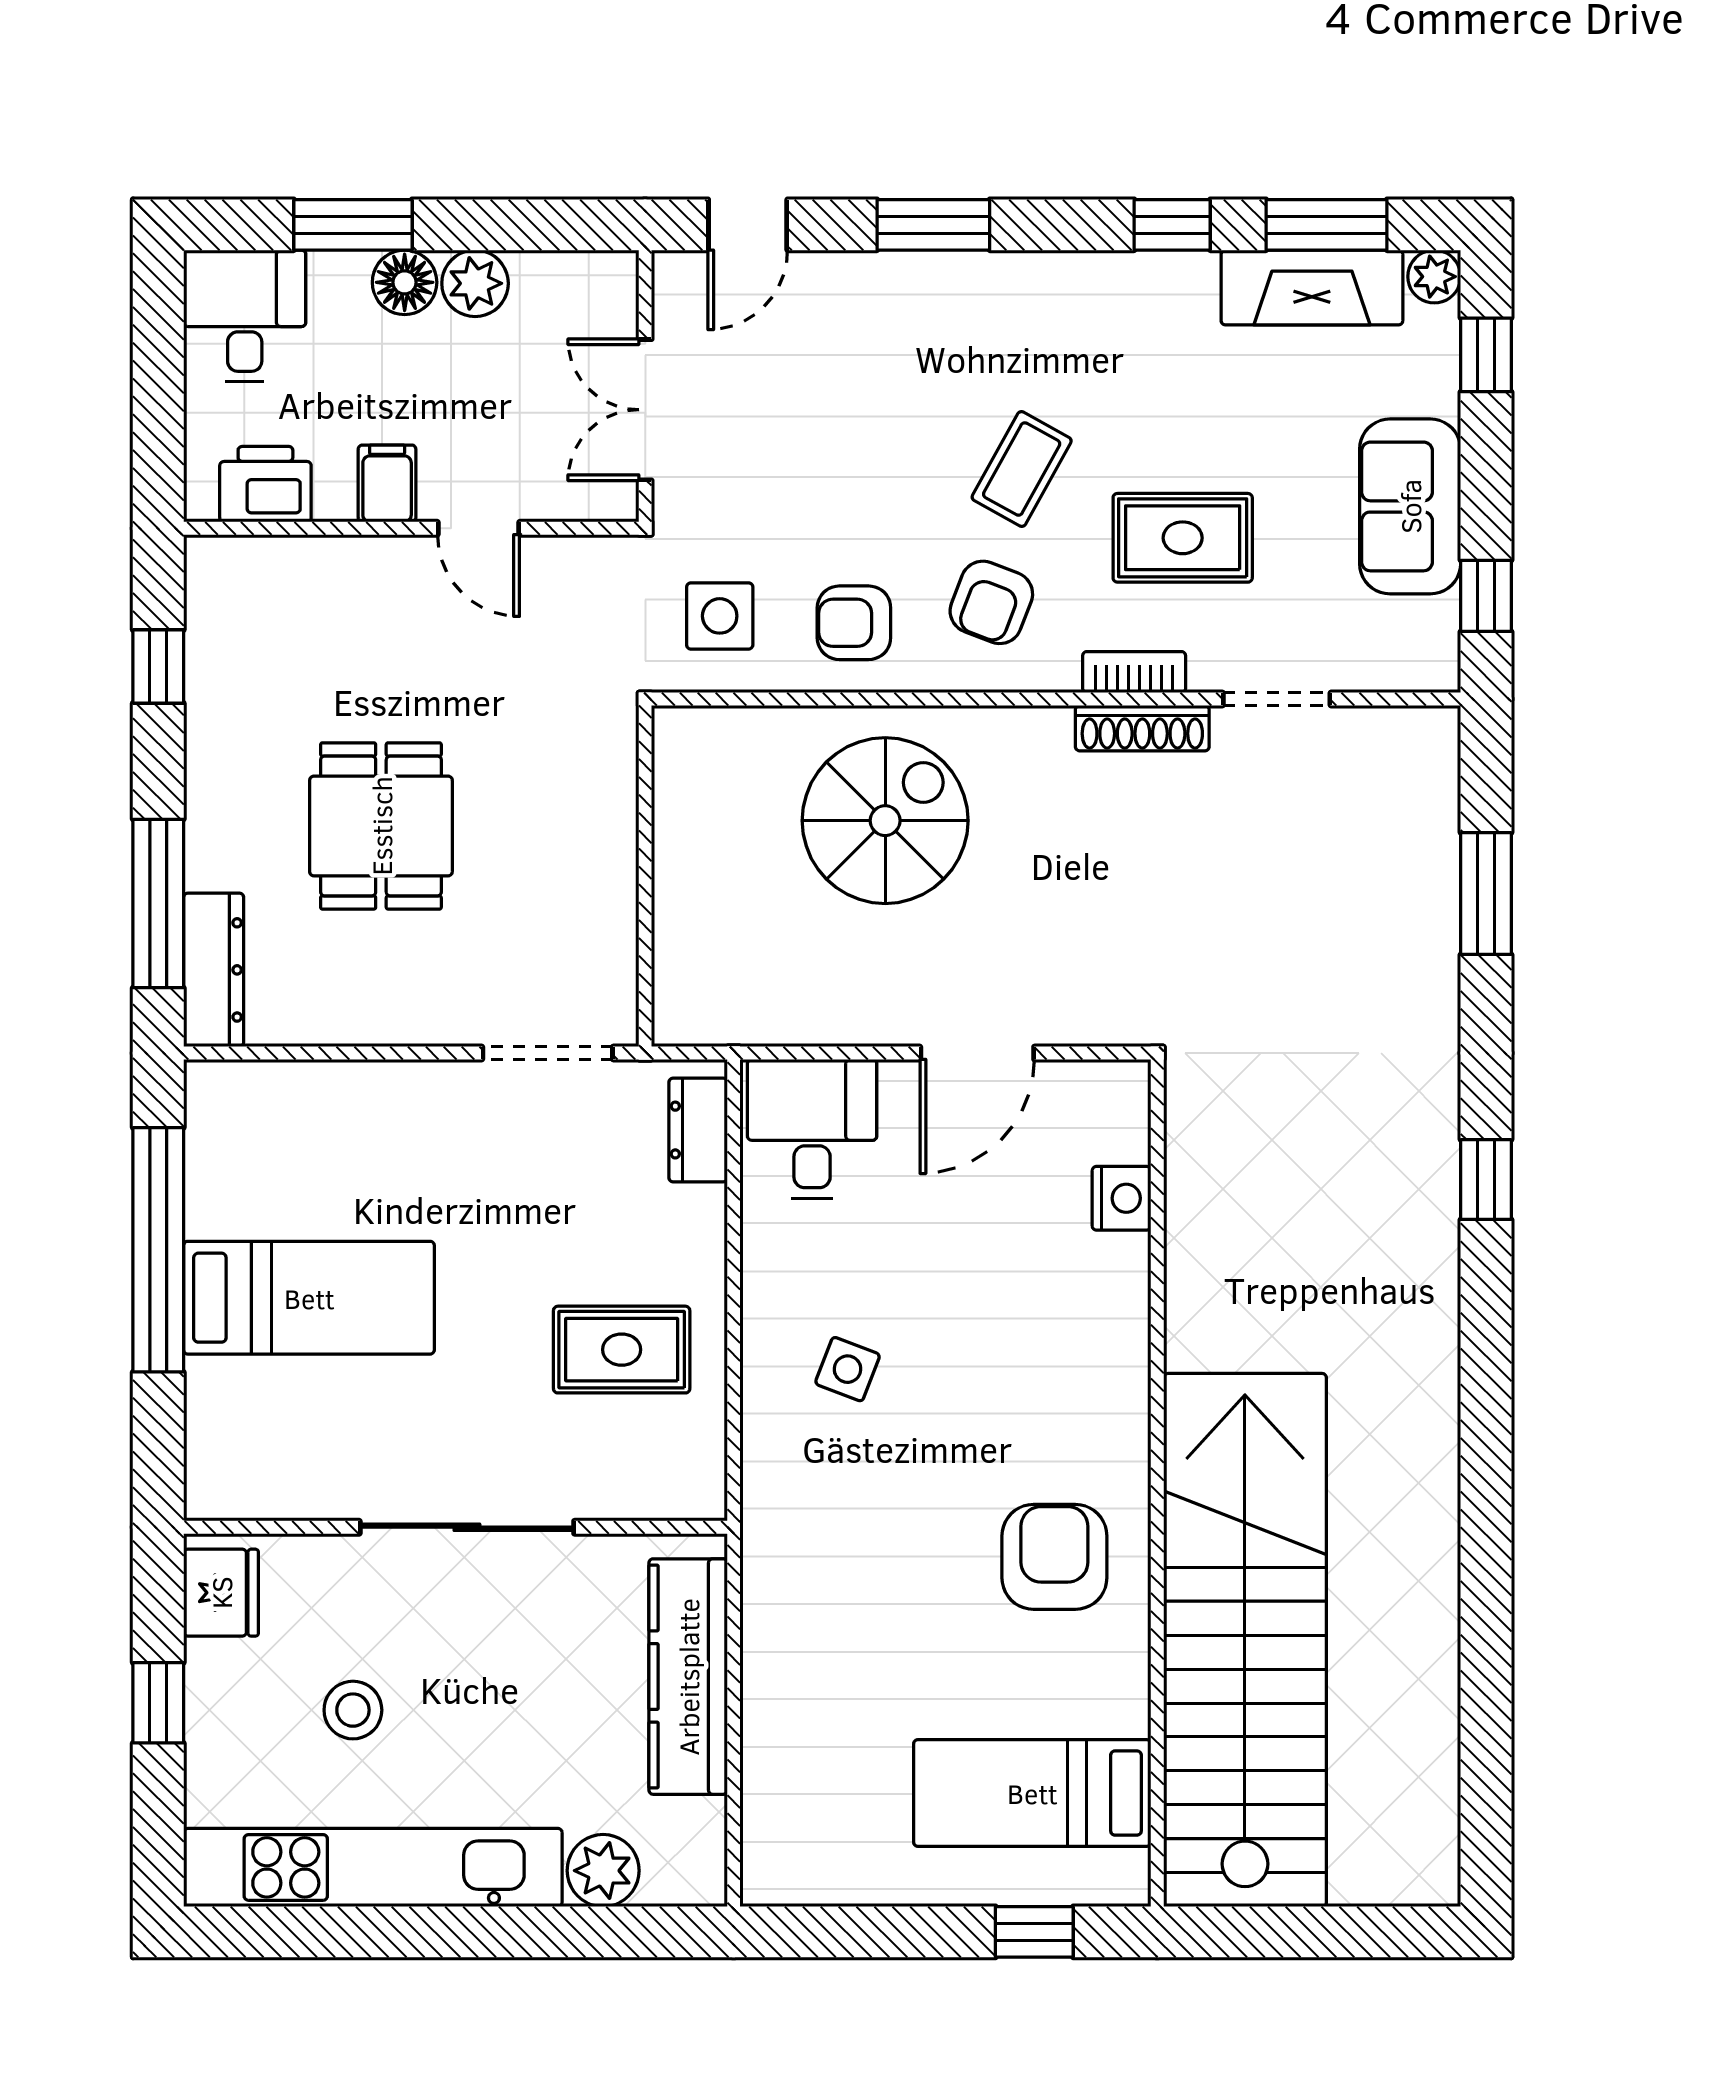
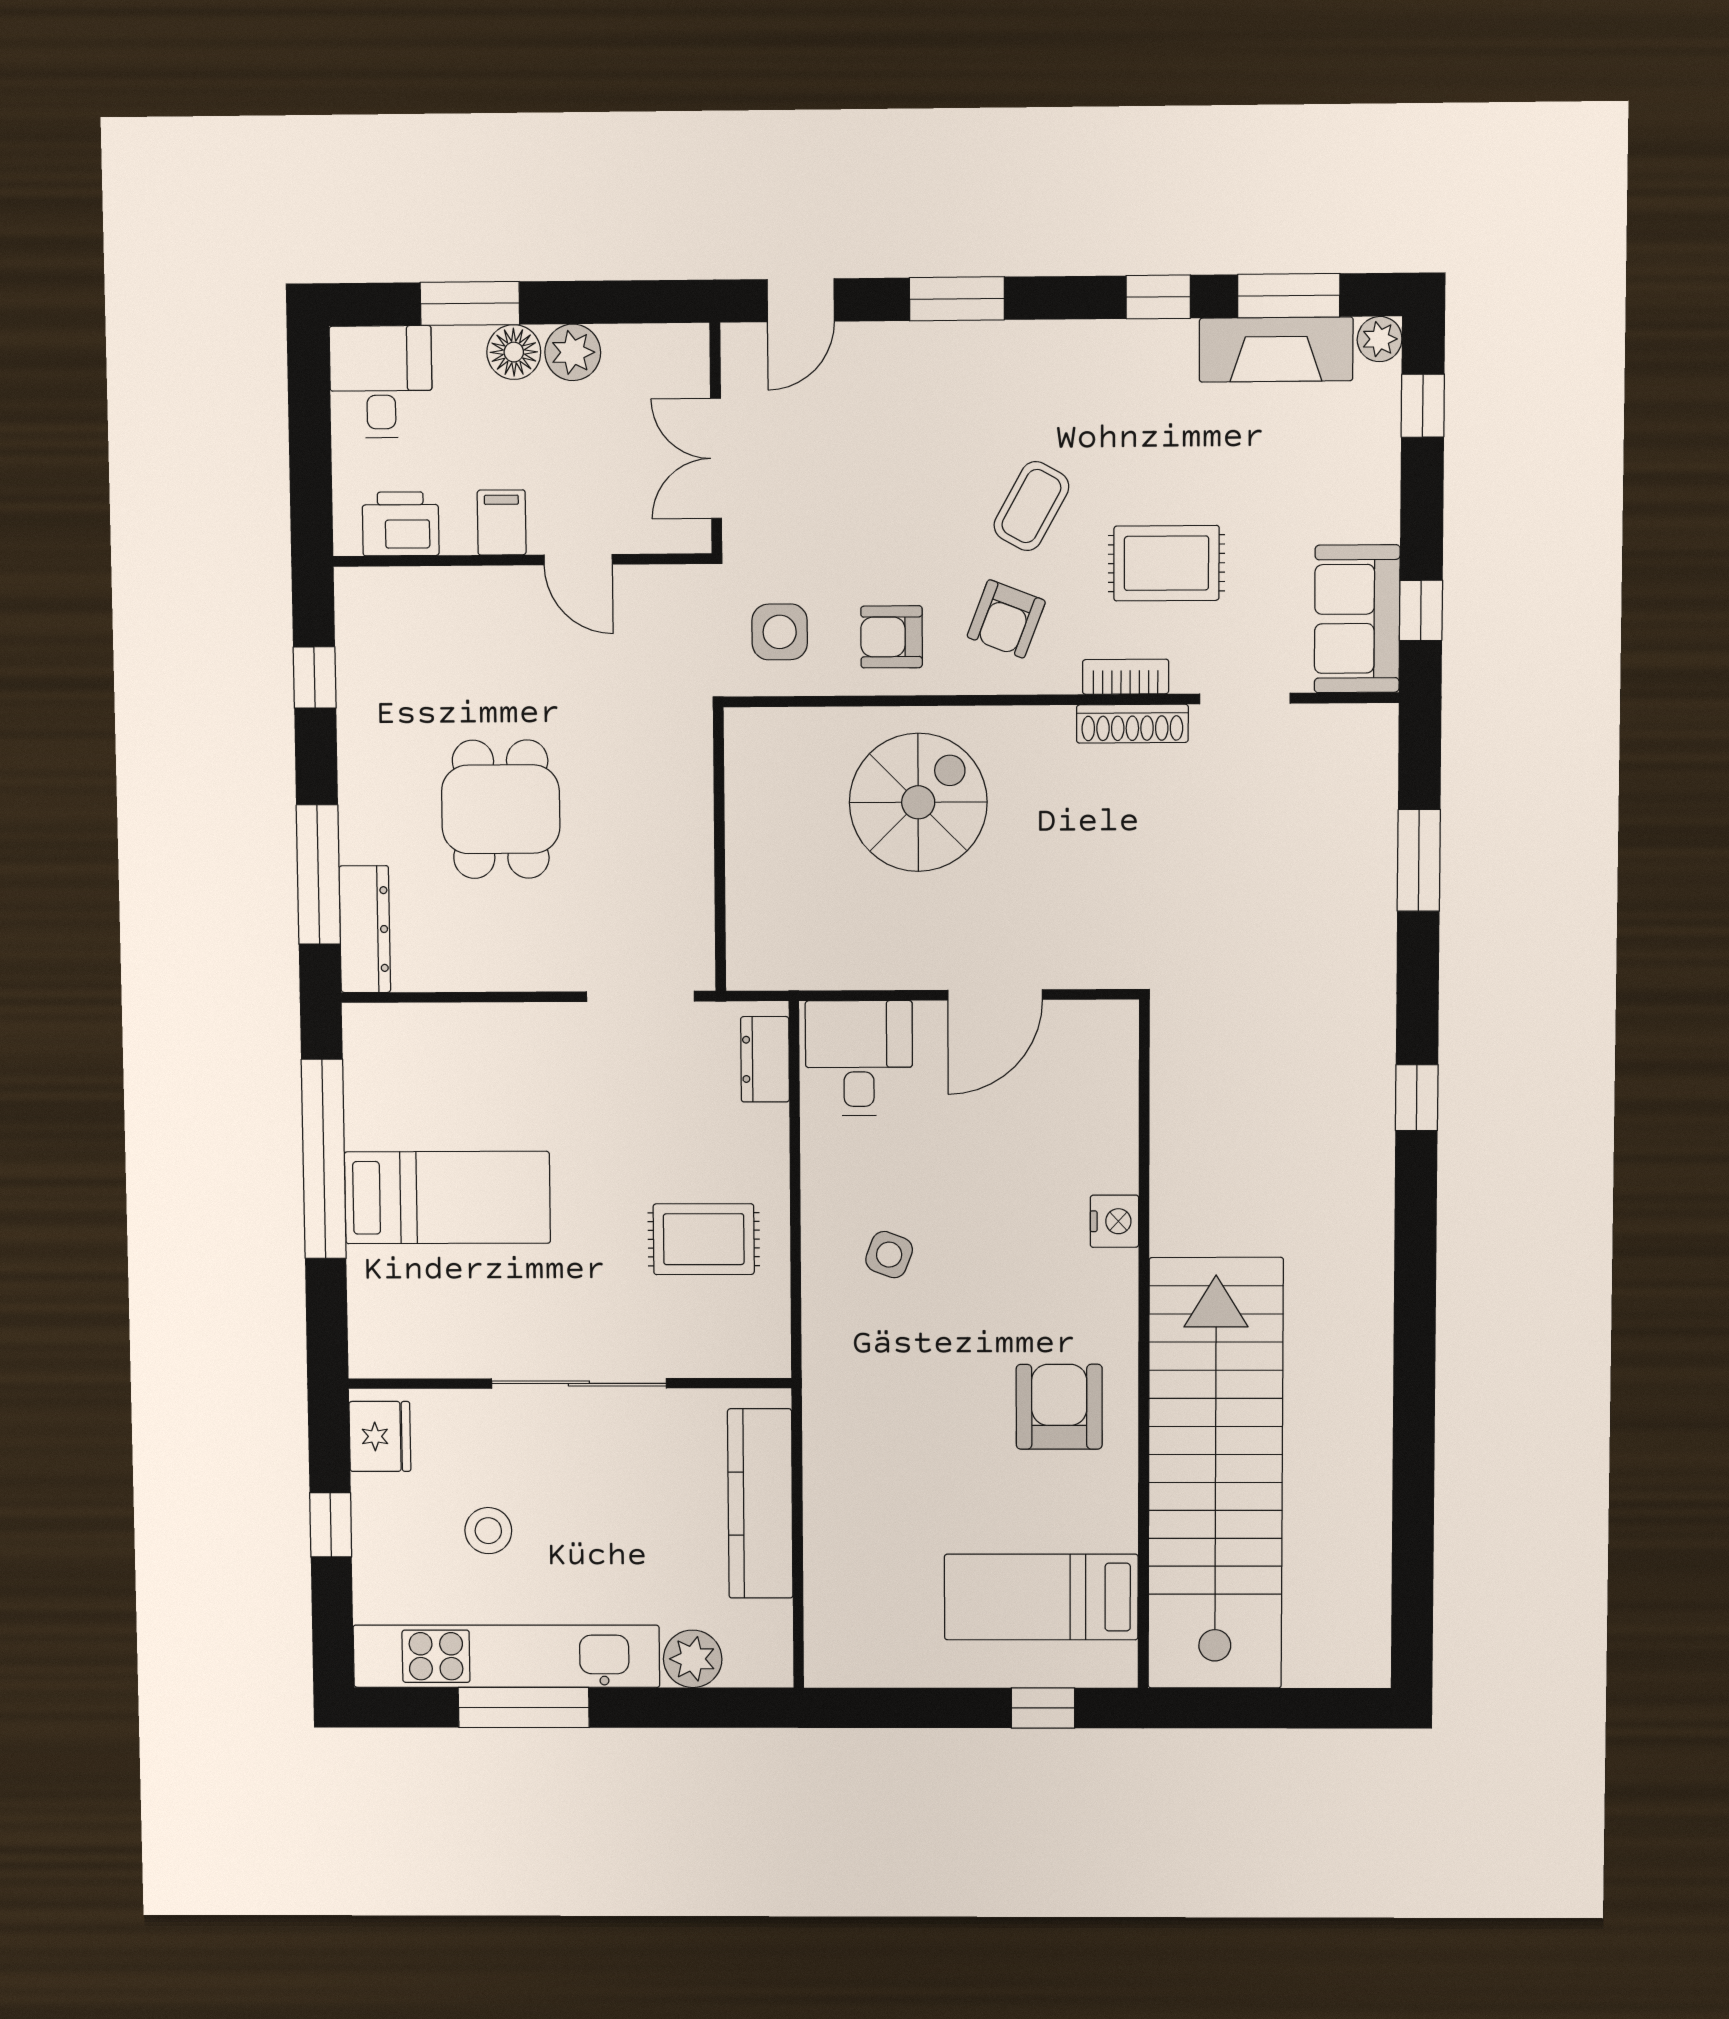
sofa: (1410, 506) -> (1357, 619), moved
nightstand: (1122, 1198) -> (1114, 1221), moved
window: (393, 1932) -> (524, 1707), added

